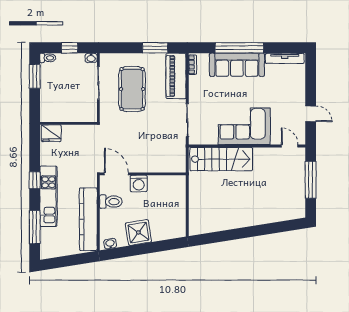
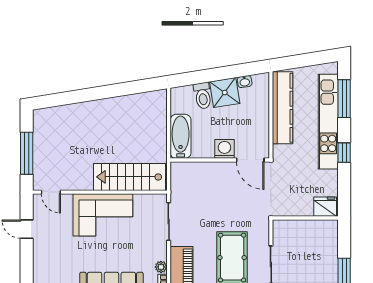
plant: (194, 81) -> (161, 267), added
bathtub: (177, 194) -> (181, 136), added
kitchen unit: (49, 196) -> (328, 122), width x1.36
toilet: (111, 202) -> (203, 96), moved, turned -99
washbasin: (110, 244) -> (245, 82), moved

